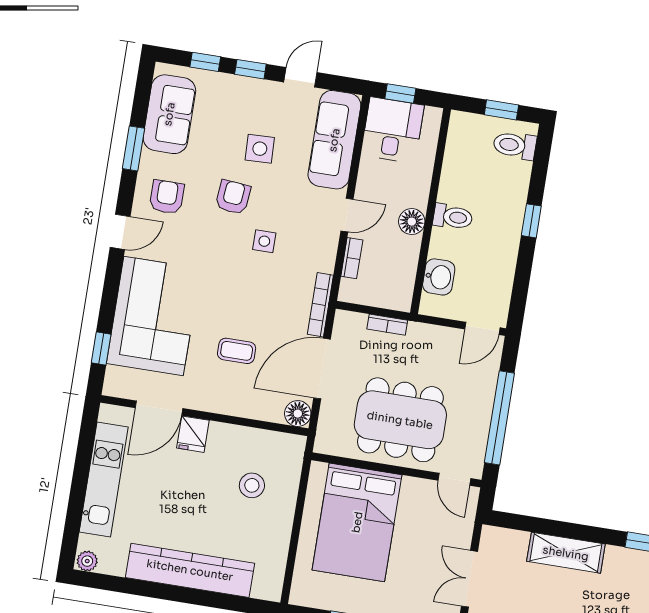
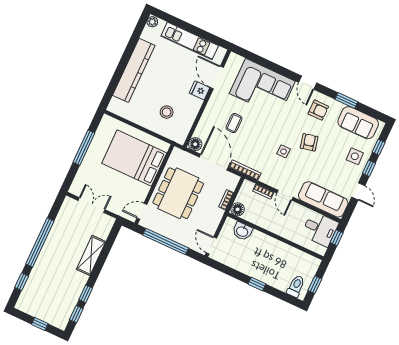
side table: (260, 149) -> (355, 156), moved
armchair: (233, 197) -> (309, 142), turned -108
toilet: (453, 217) -> (270, 246), removed
floor lamp: (412, 222) -> (238, 209), moved
window: (101, 348) -> (254, 58), removed

